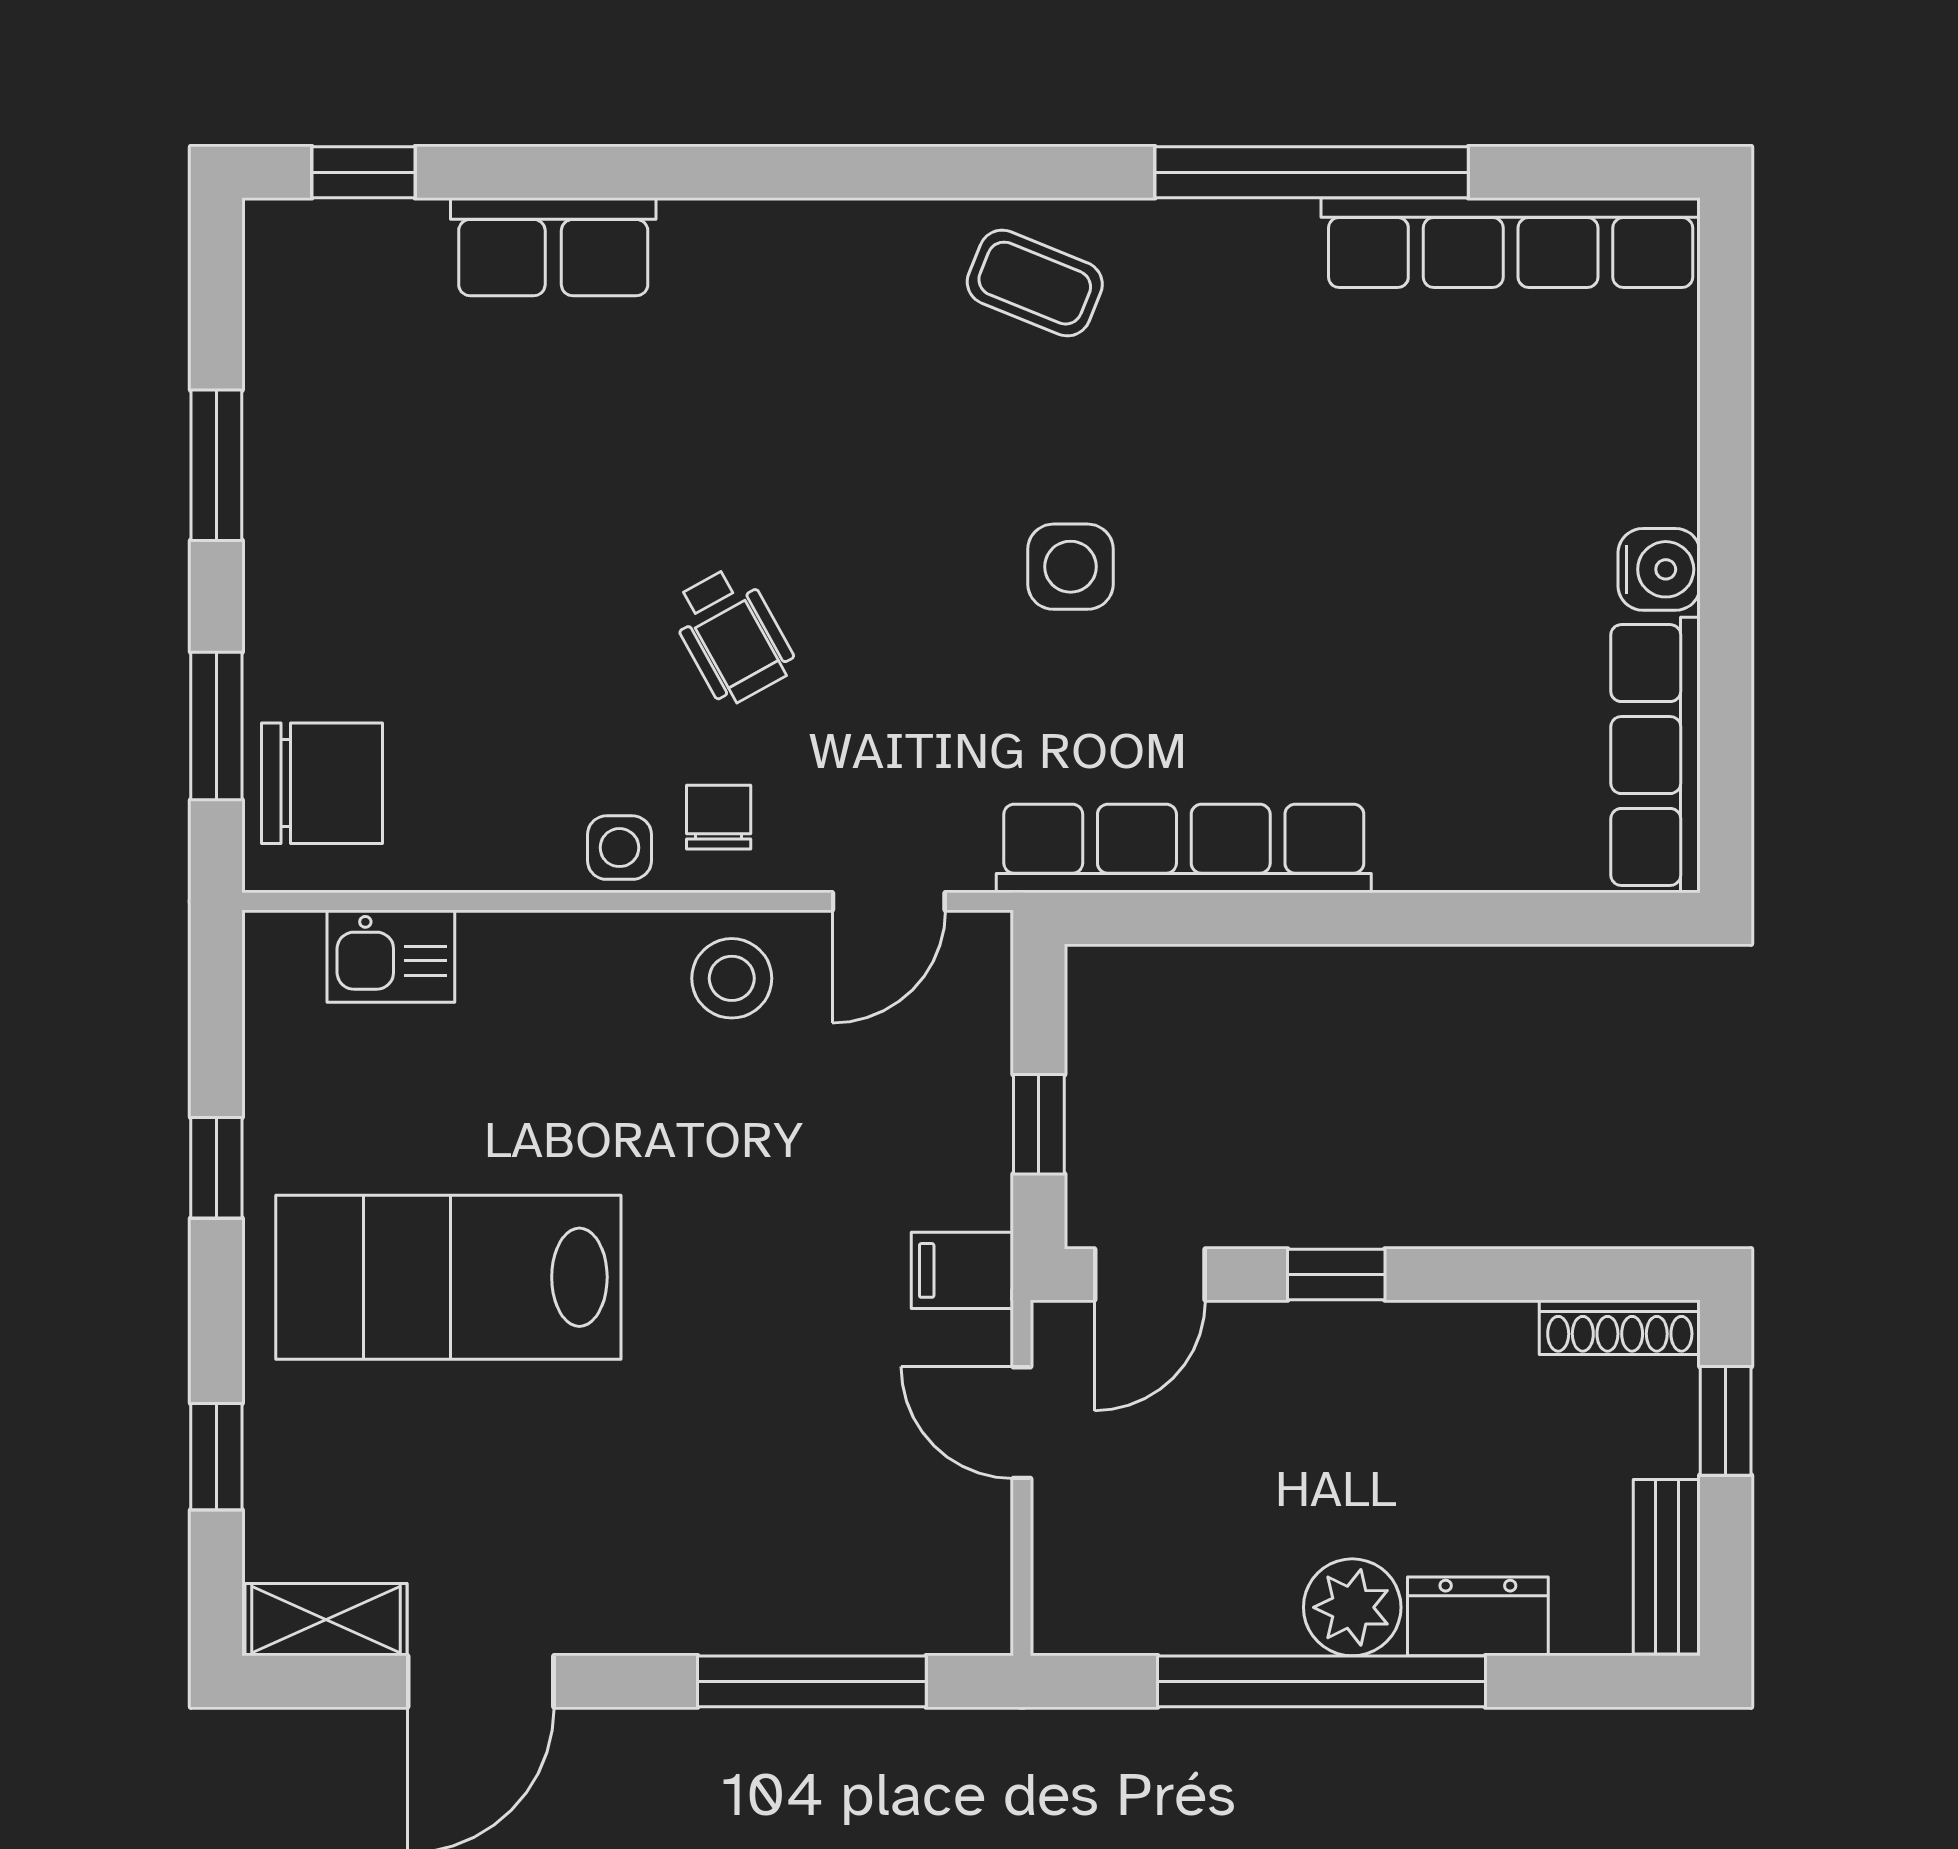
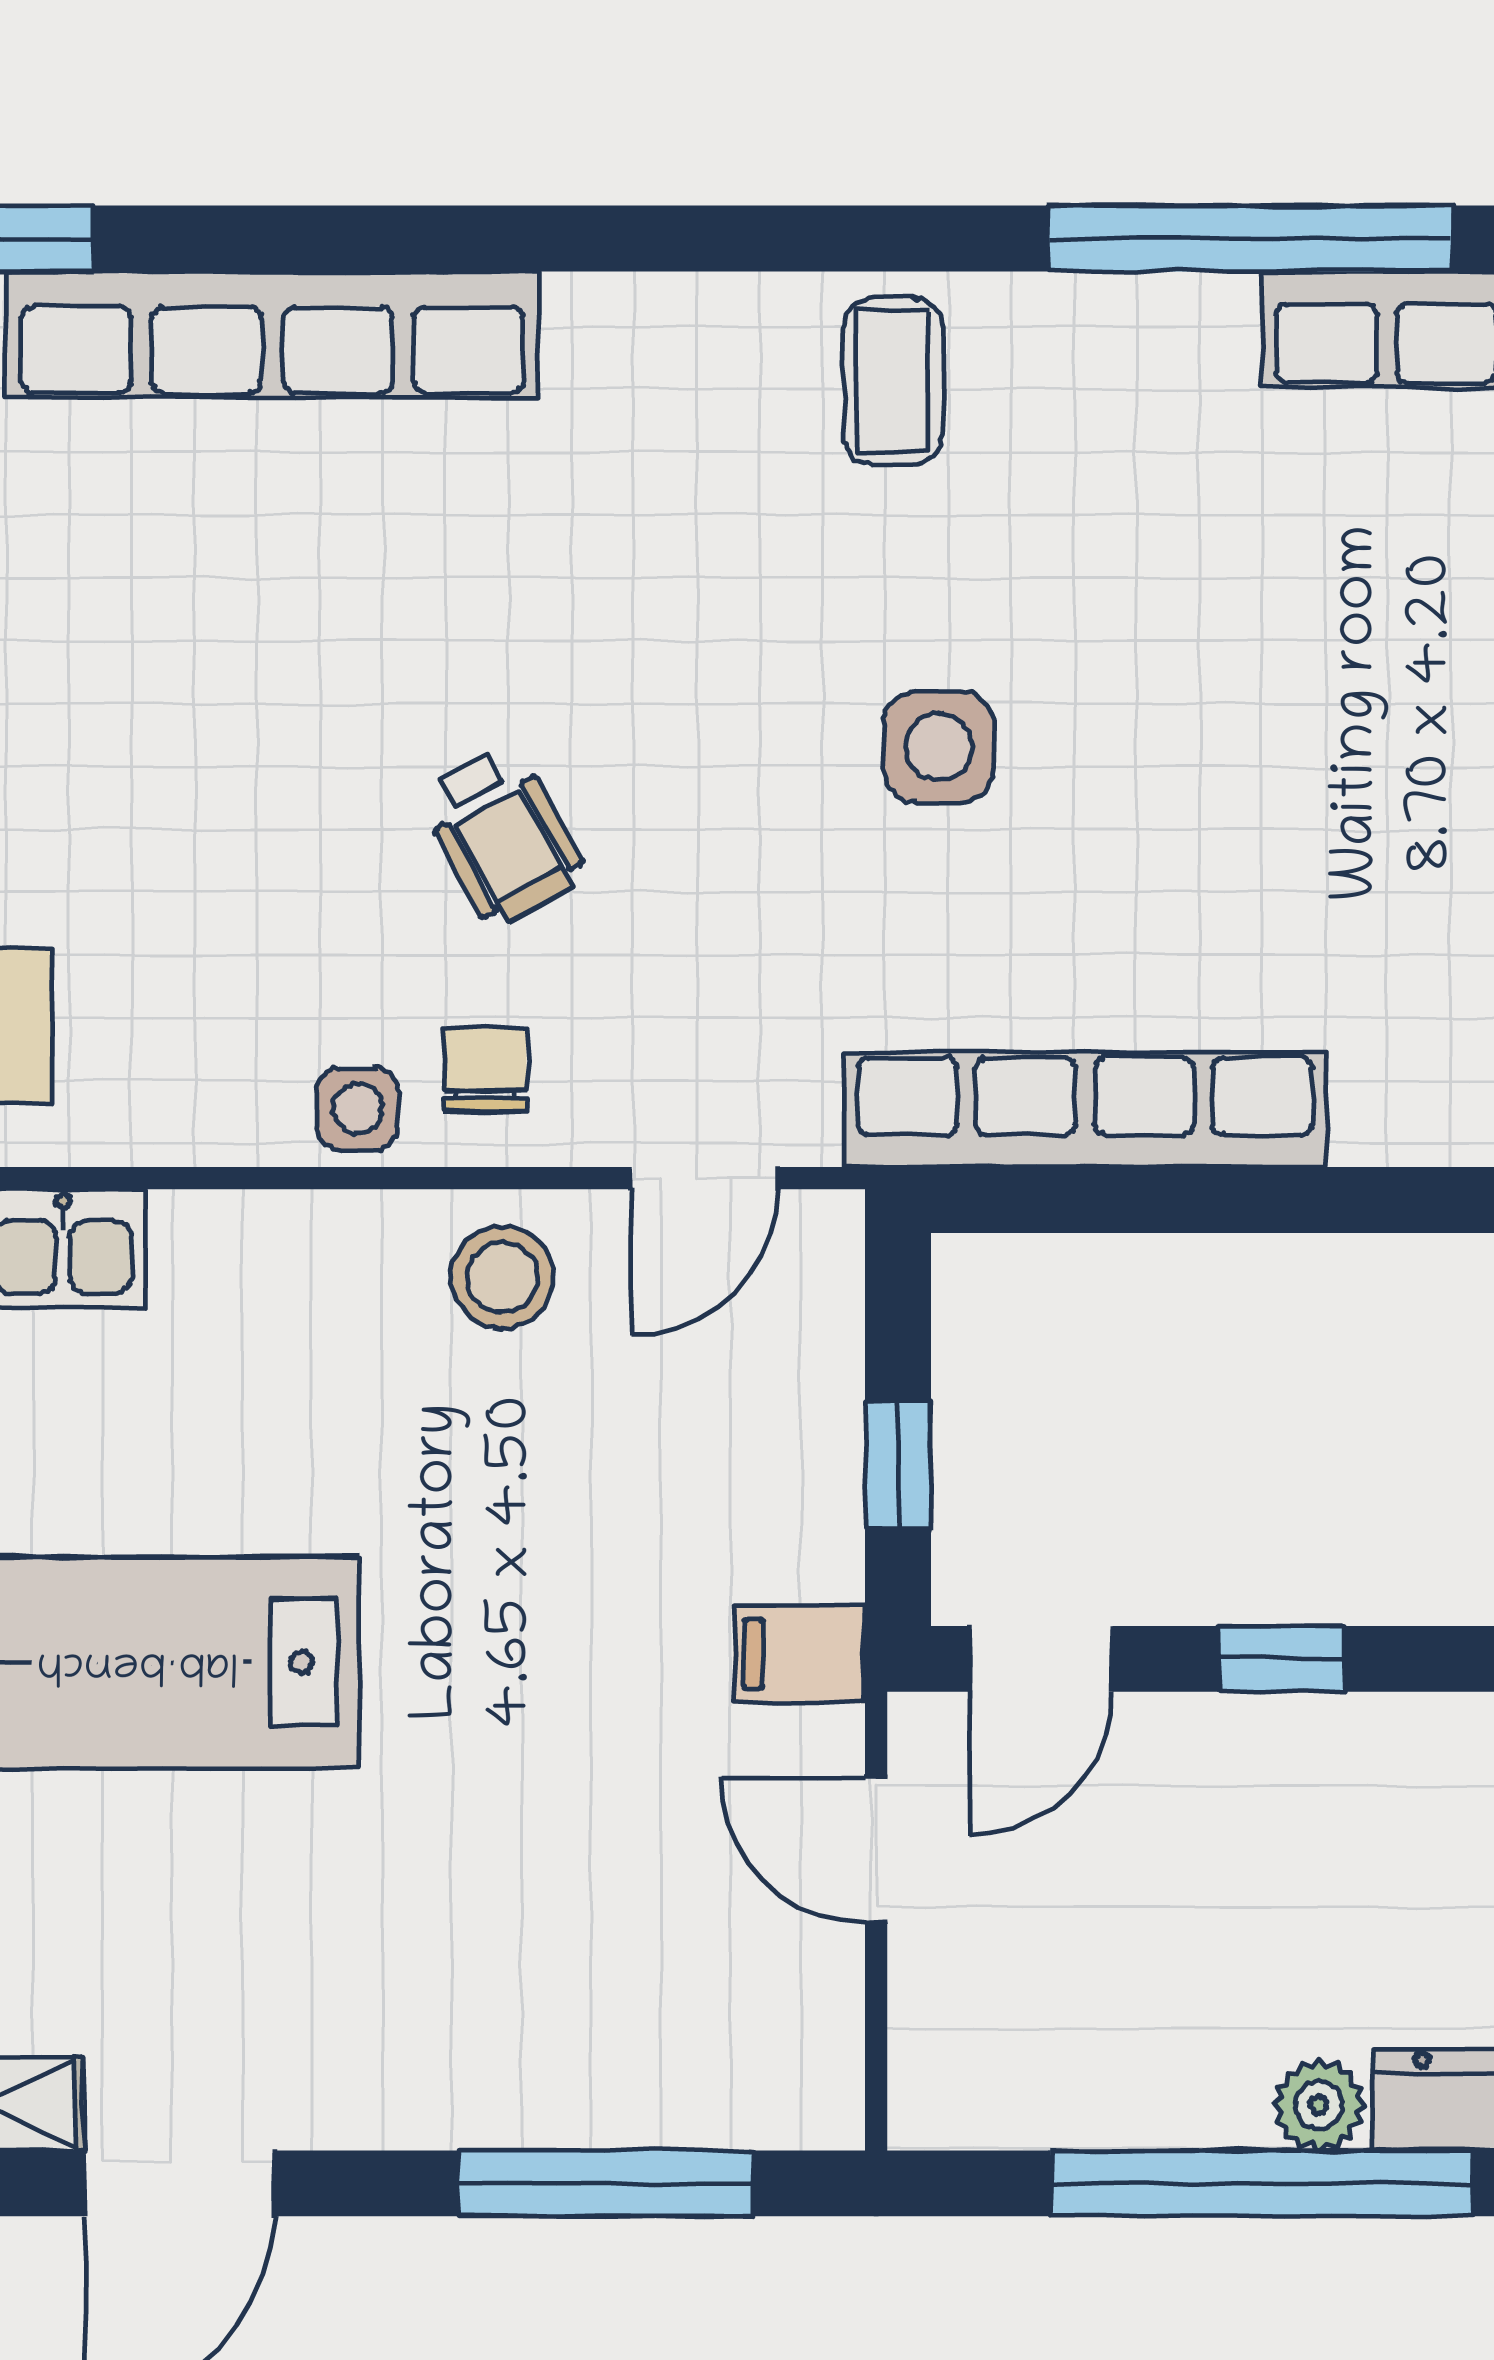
row of seats: (553, 247) -> (272, 335), width x2.02
coffee table: (1035, 283) -> (893, 381), turned 68
plant: (1352, 1607) -> (1319, 2105), width x0.73, depth x0.73

